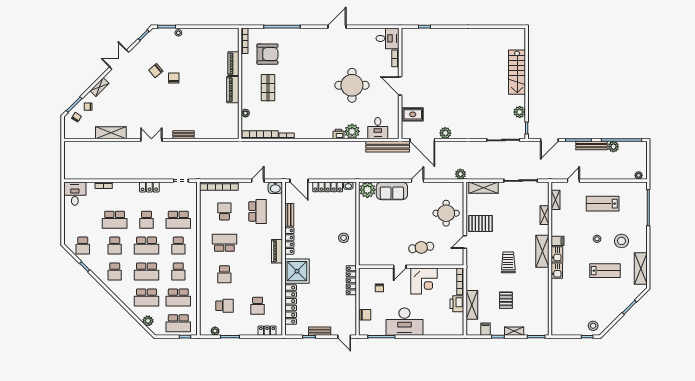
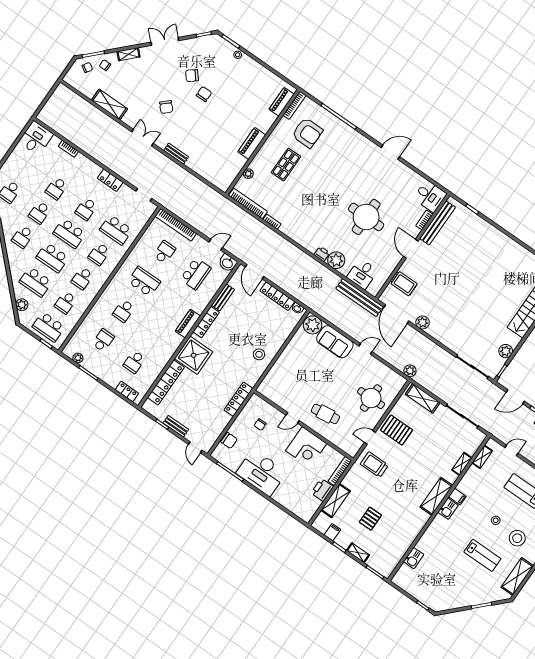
bench: (406, 54) -> (438, 223), added
piano: (233, 64) -> (282, 102), moved
chair: (153, 106) -> (166, 107), added
school desk: (115, 220) -> (56, 188), width x0.54
trolley: (508, 262) -> (374, 465), moved, turned -90
kitchen sink: (557, 271) -> (414, 558), moved
school desk: (178, 297) -> (65, 303), width x0.54
school desk: (224, 306) -> (103, 340), turned -90
stool: (593, 326) -> (435, 599), removed

